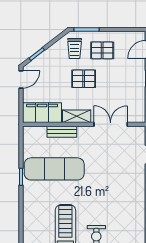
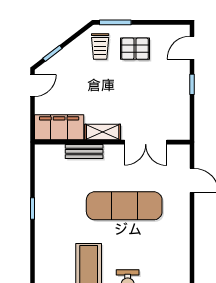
pallet: (84, 79) -> (112, 85), removed
double door: (111, 124) -> (146, 142), swing flipped
exercise mat: (54, 169) -> (124, 206), moved

